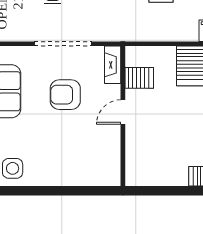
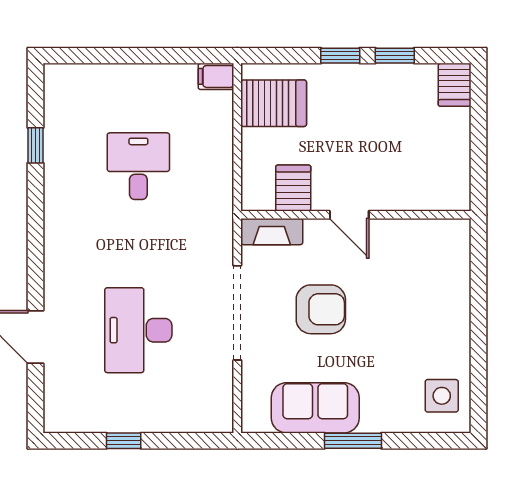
armchair: (65, 95) -> (321, 309), turned -90

